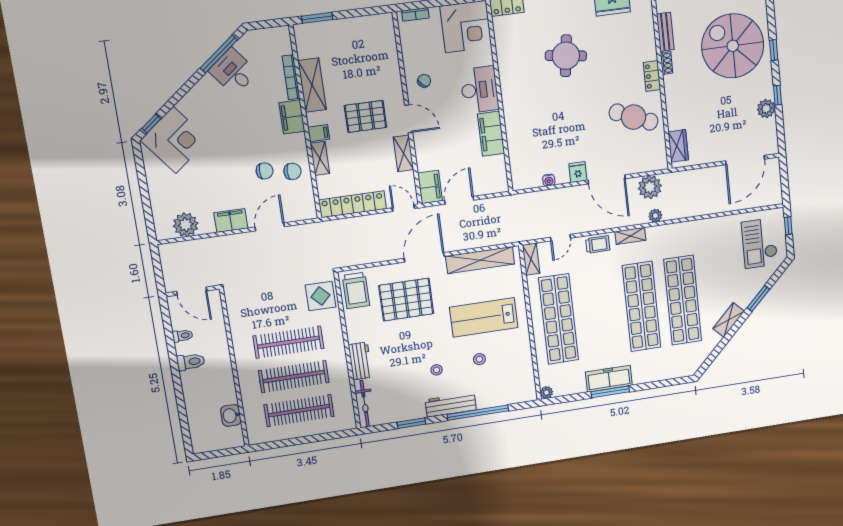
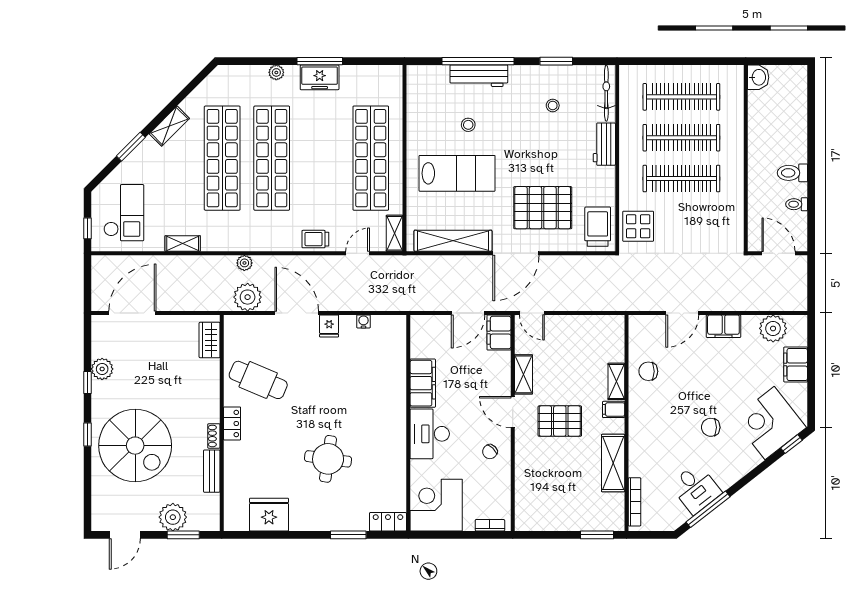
bookcase: (291, 77) -> (635, 502), moved
filing cabinet: (292, 117) -> (796, 364), moved, turned 180
chair: (265, 171) -> (711, 427), moved
locker: (353, 204) -> (588, 325), removed
shelving: (630, 236) -> (183, 244), moved
stool: (437, 370) -> (553, 105), moved
freezer: (609, 379) -> (320, 77), width x0.71
plant: (546, 392) -> (276, 72), moved
workbench: (451, 405) -> (479, 76), moved
washbasin: (231, 415) -> (758, 77), moved

